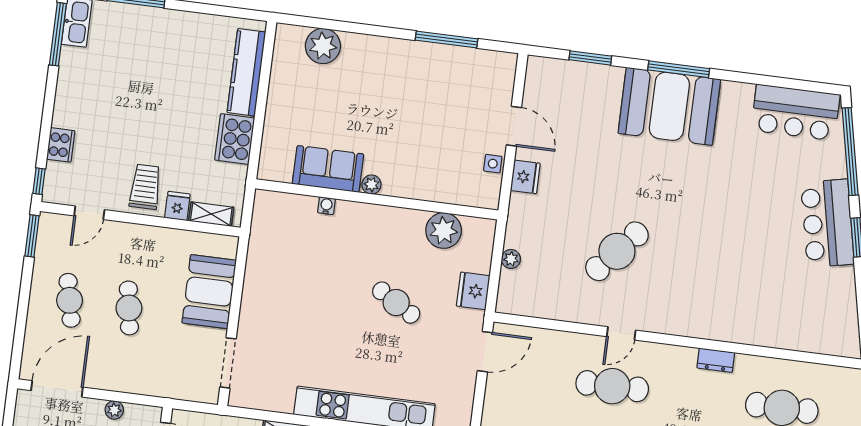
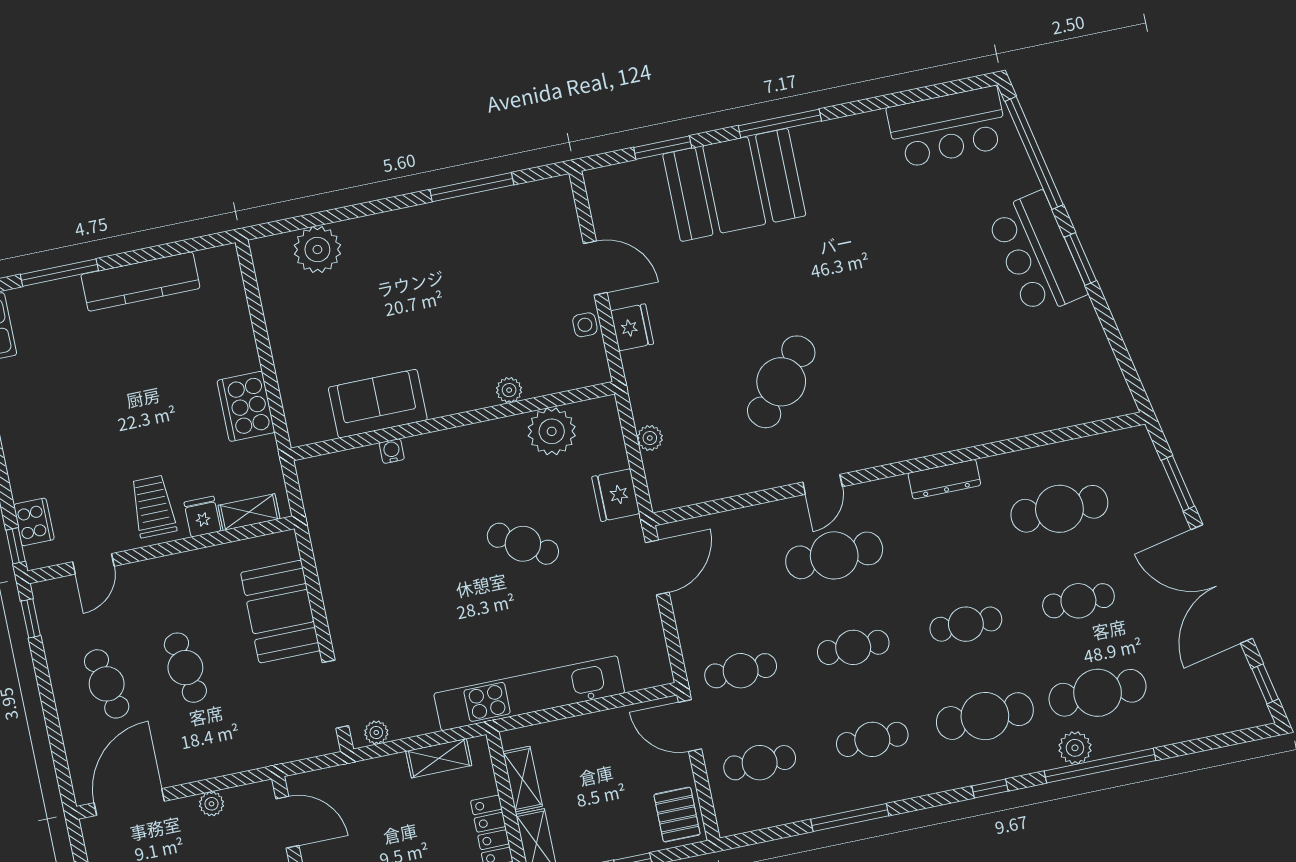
kitchen counter: (246, 72) -> (140, 281), moved, turned -90
booth: (669, 106) -> (734, 185), moved
cooker: (61, 145) -> (34, 522), moved
plant: (371, 185) -> (509, 390), moved
window: (32, 236) -> (31, 618), width x0.67
dresser: (716, 360) -> (944, 479), width x1.44
plant: (247, 400) -> (376, 732), added

